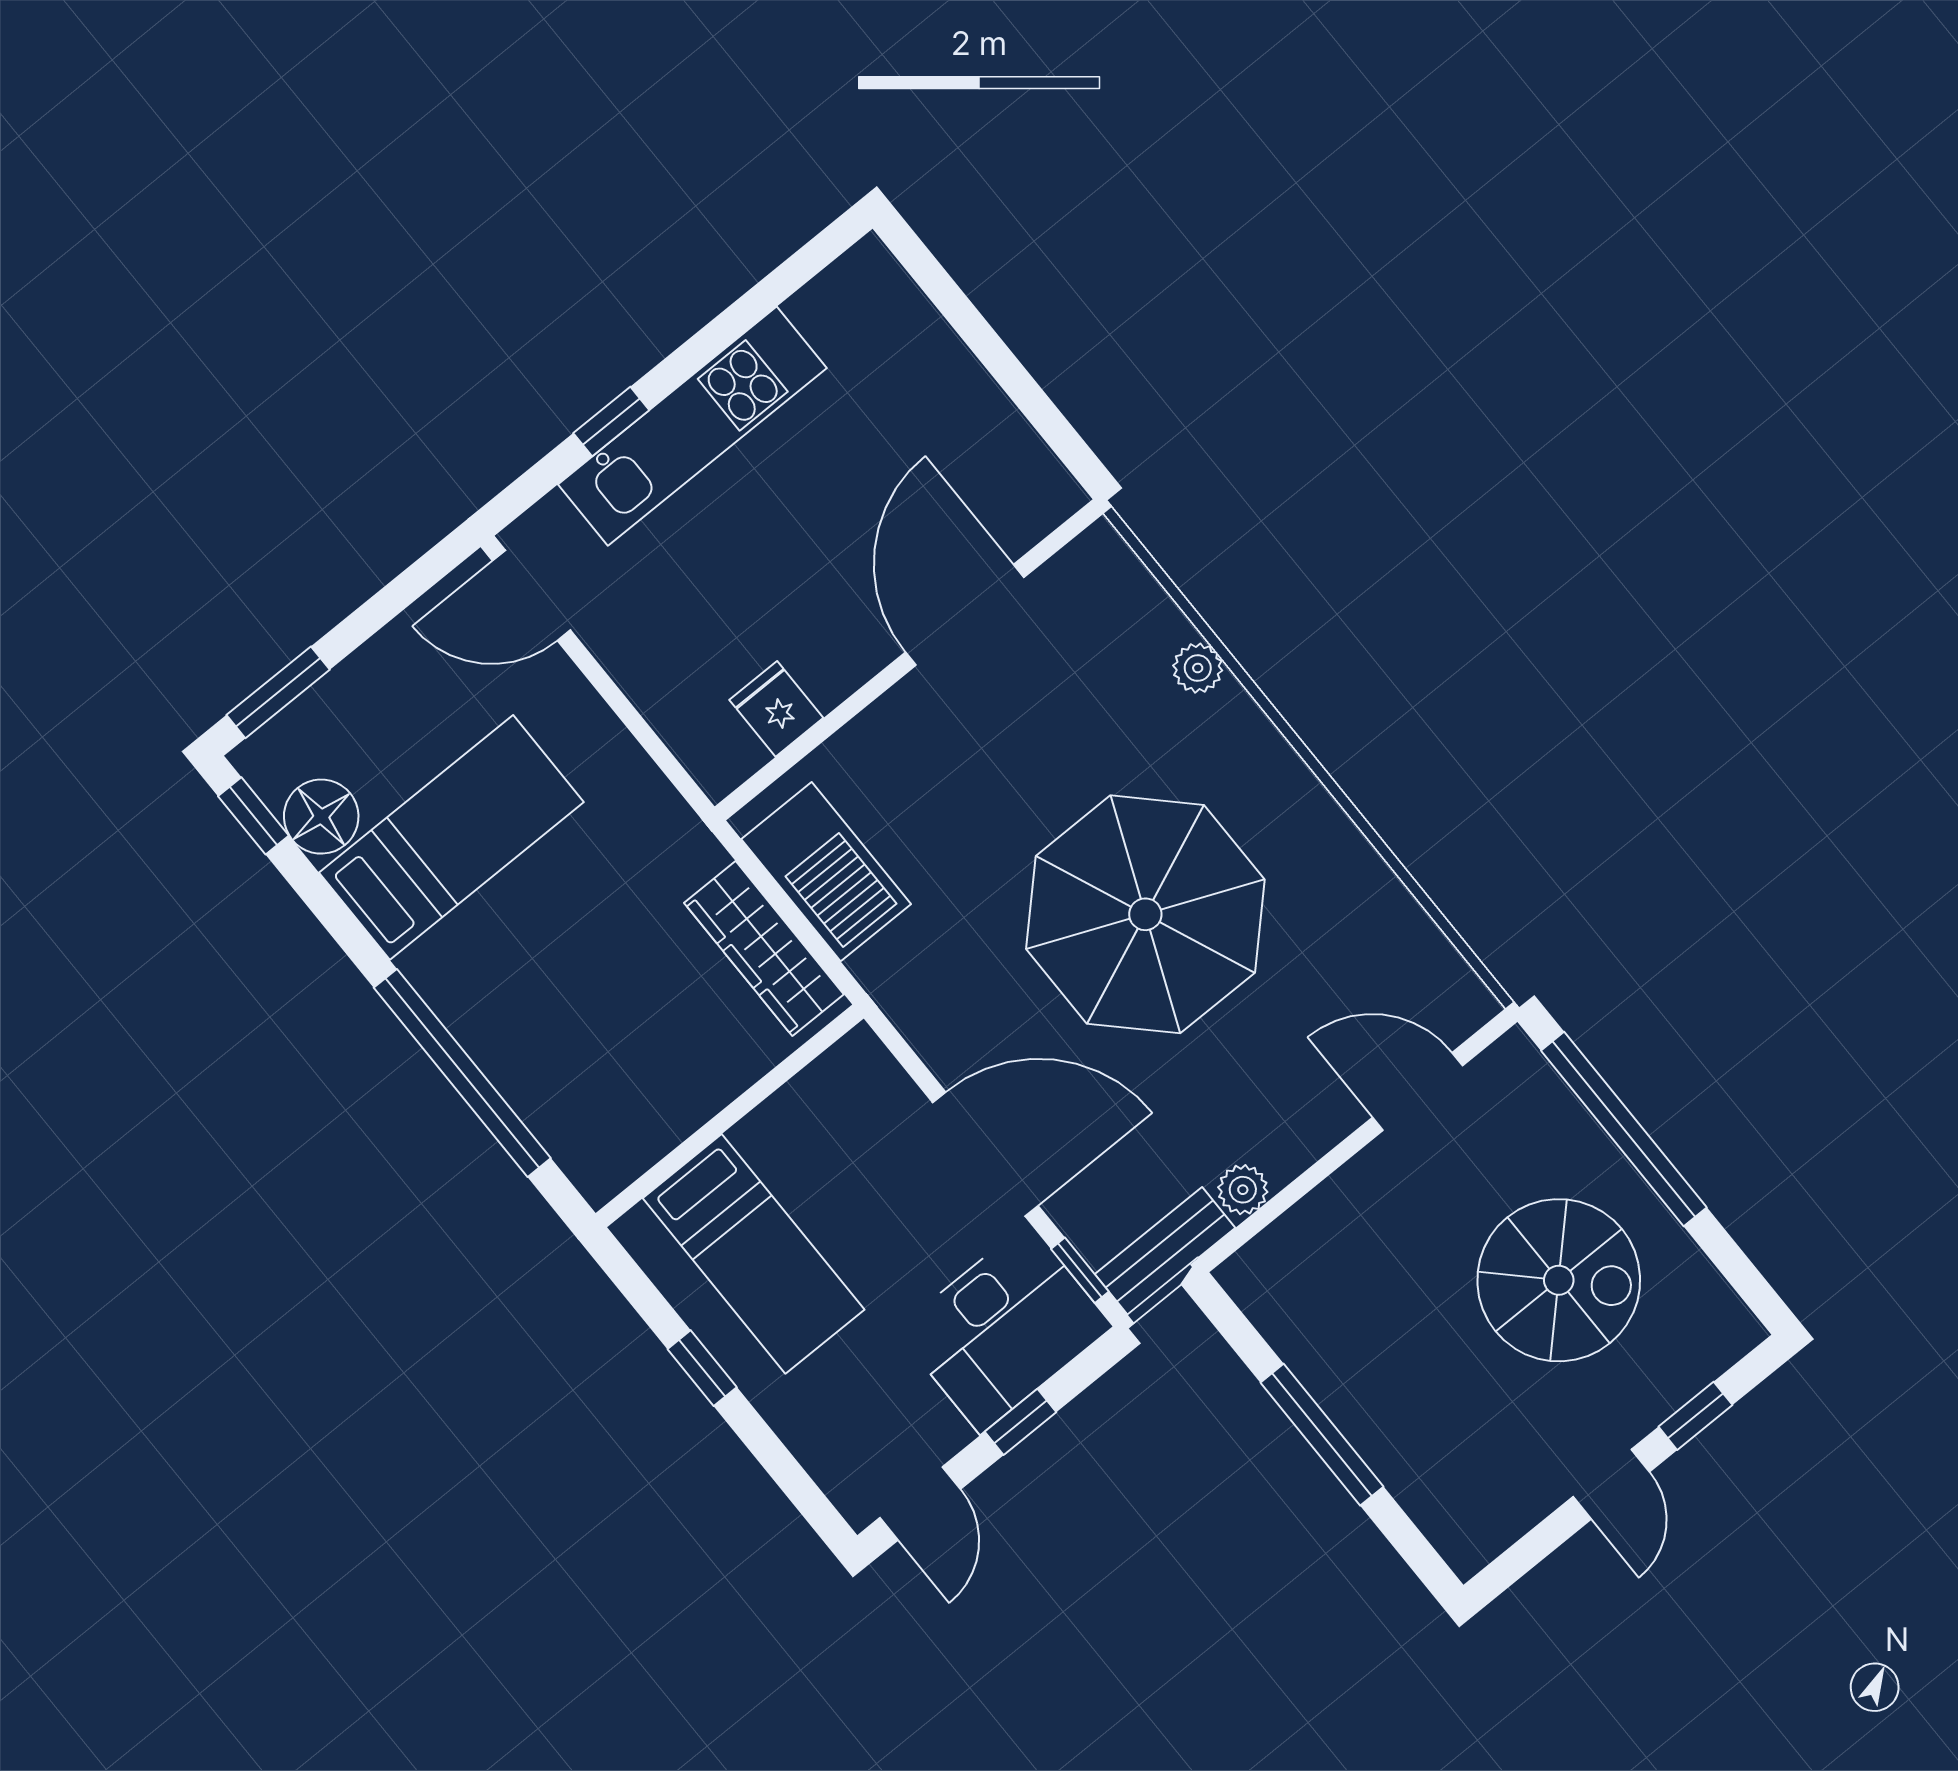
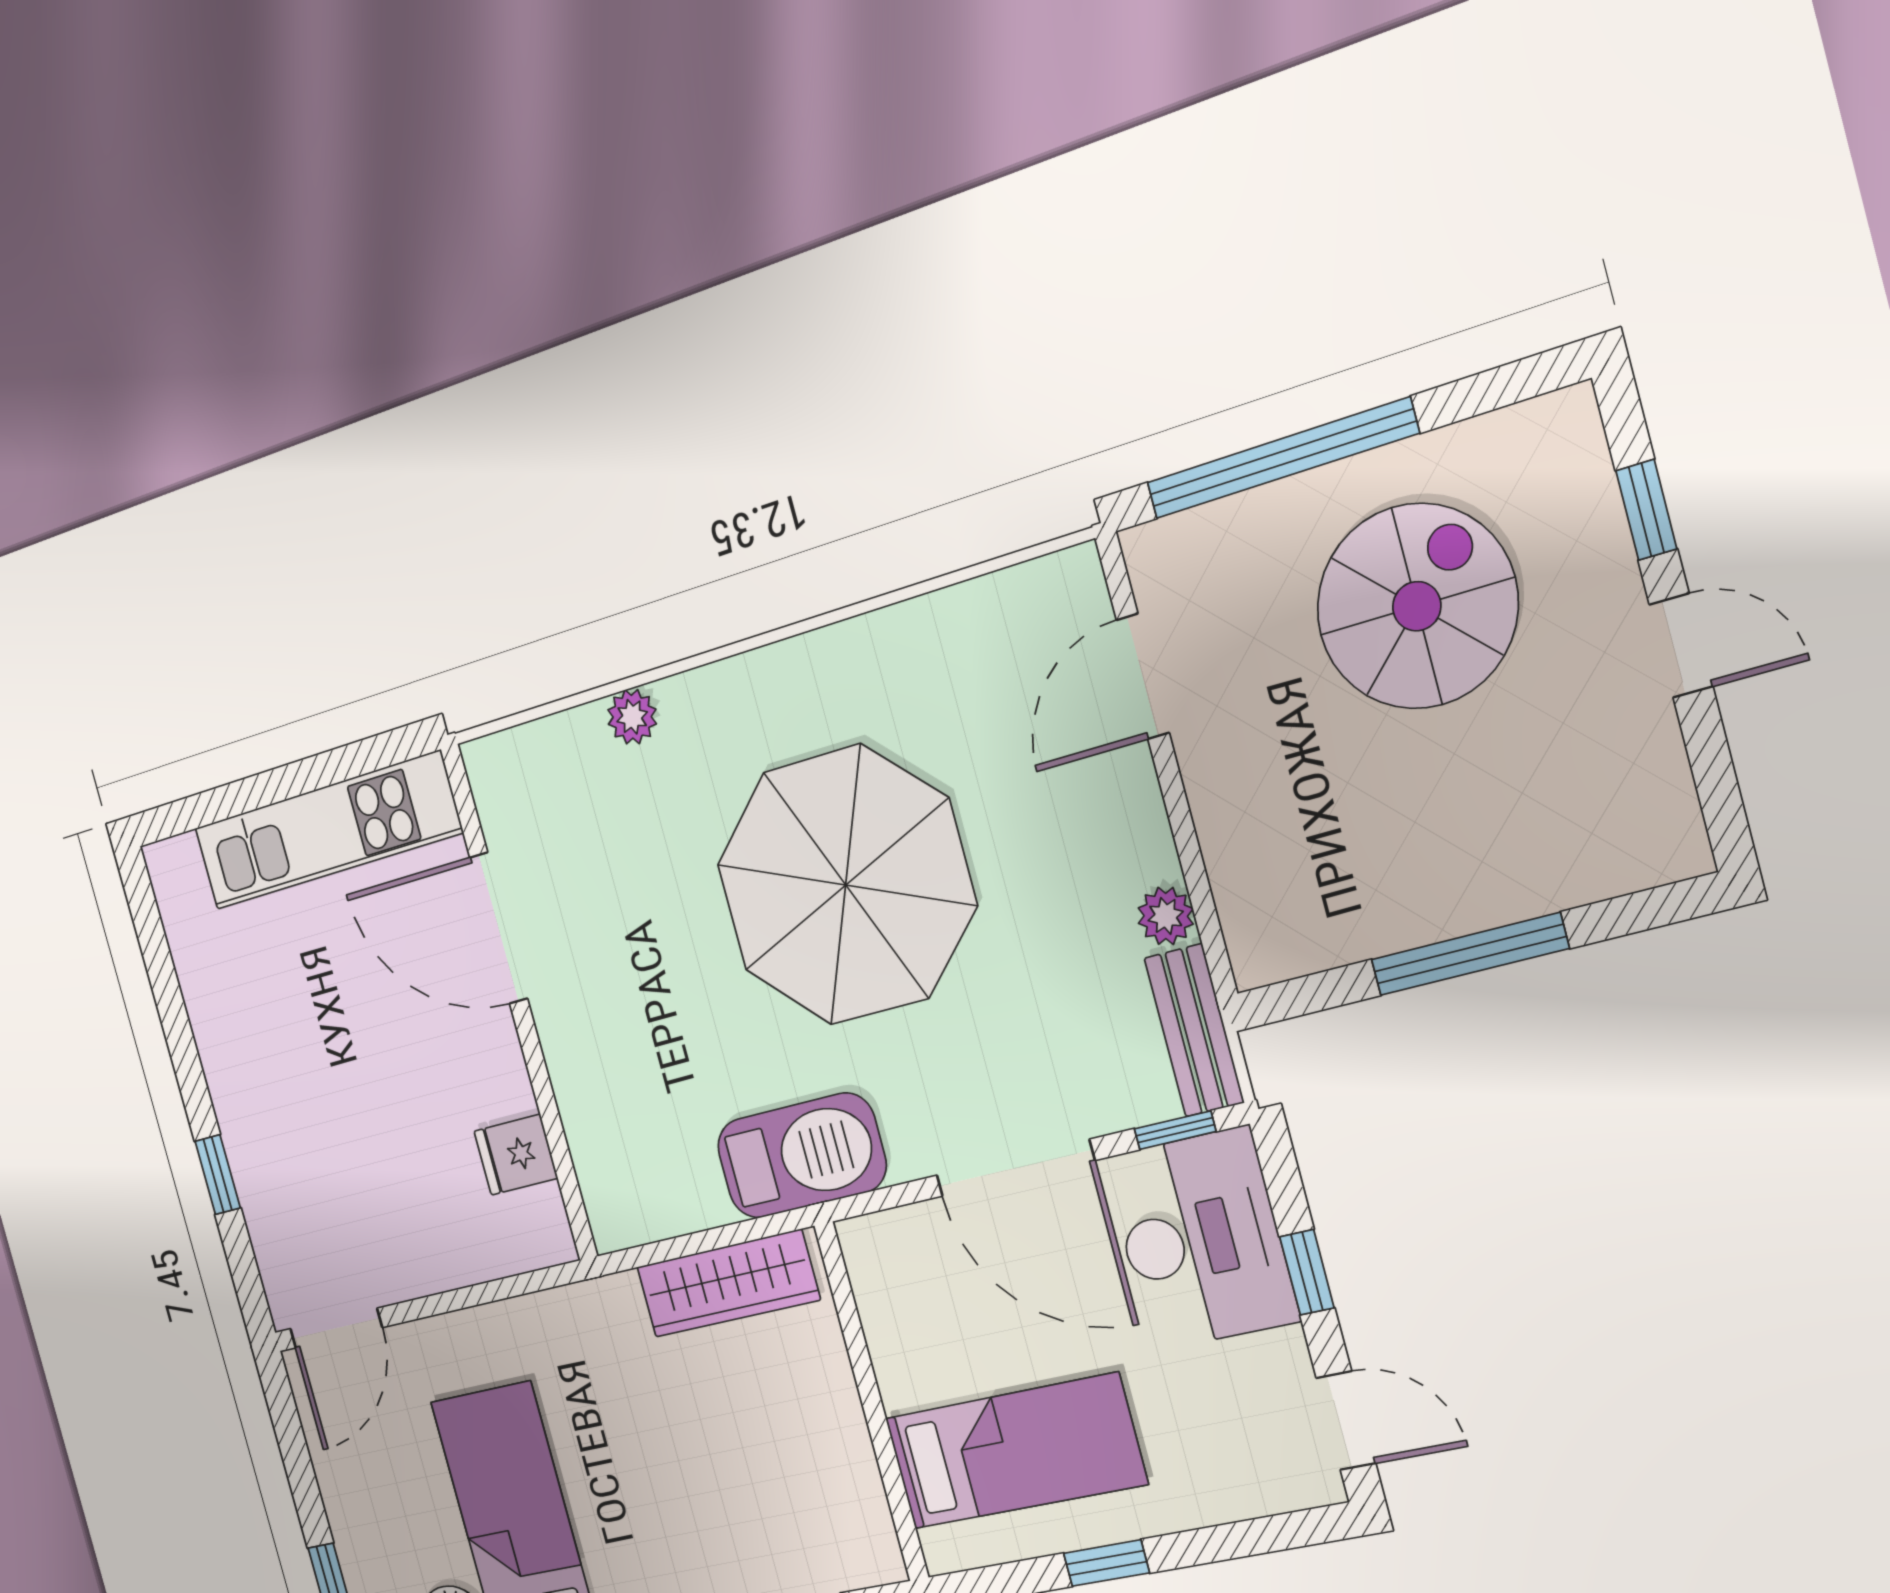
kitchen unit: (692, 426) -> (327, 831), moved, turned 90
barbecue: (826, 872) -> (801, 1156), moved
door: (985, 1154) -> (1015, 1168), swing flipped

